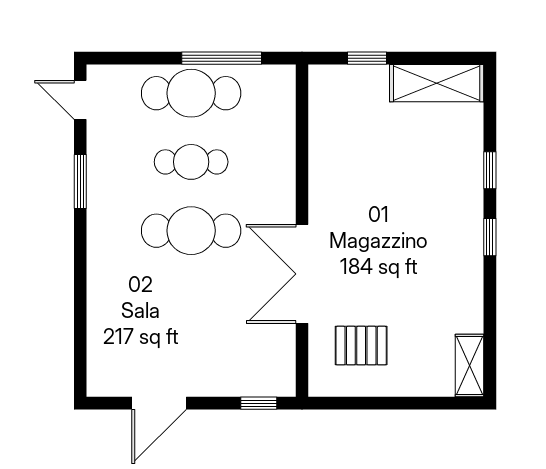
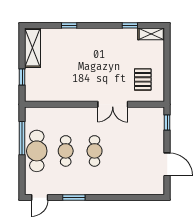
cafe table: (191, 231) -> (95, 151), width x0.73, depth x0.74
window: (490, 237) -> (130, 25), moved
double door: (302, 274) -> (113, 104), width x0.73

